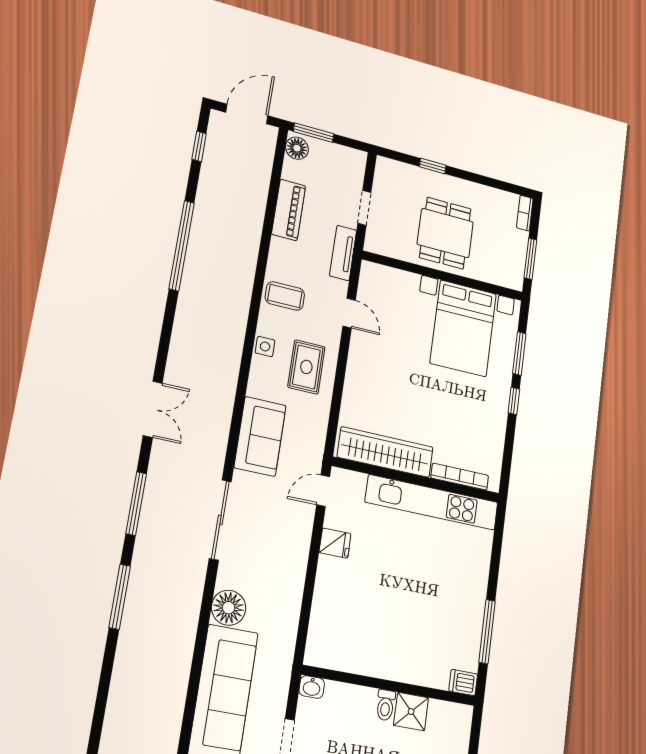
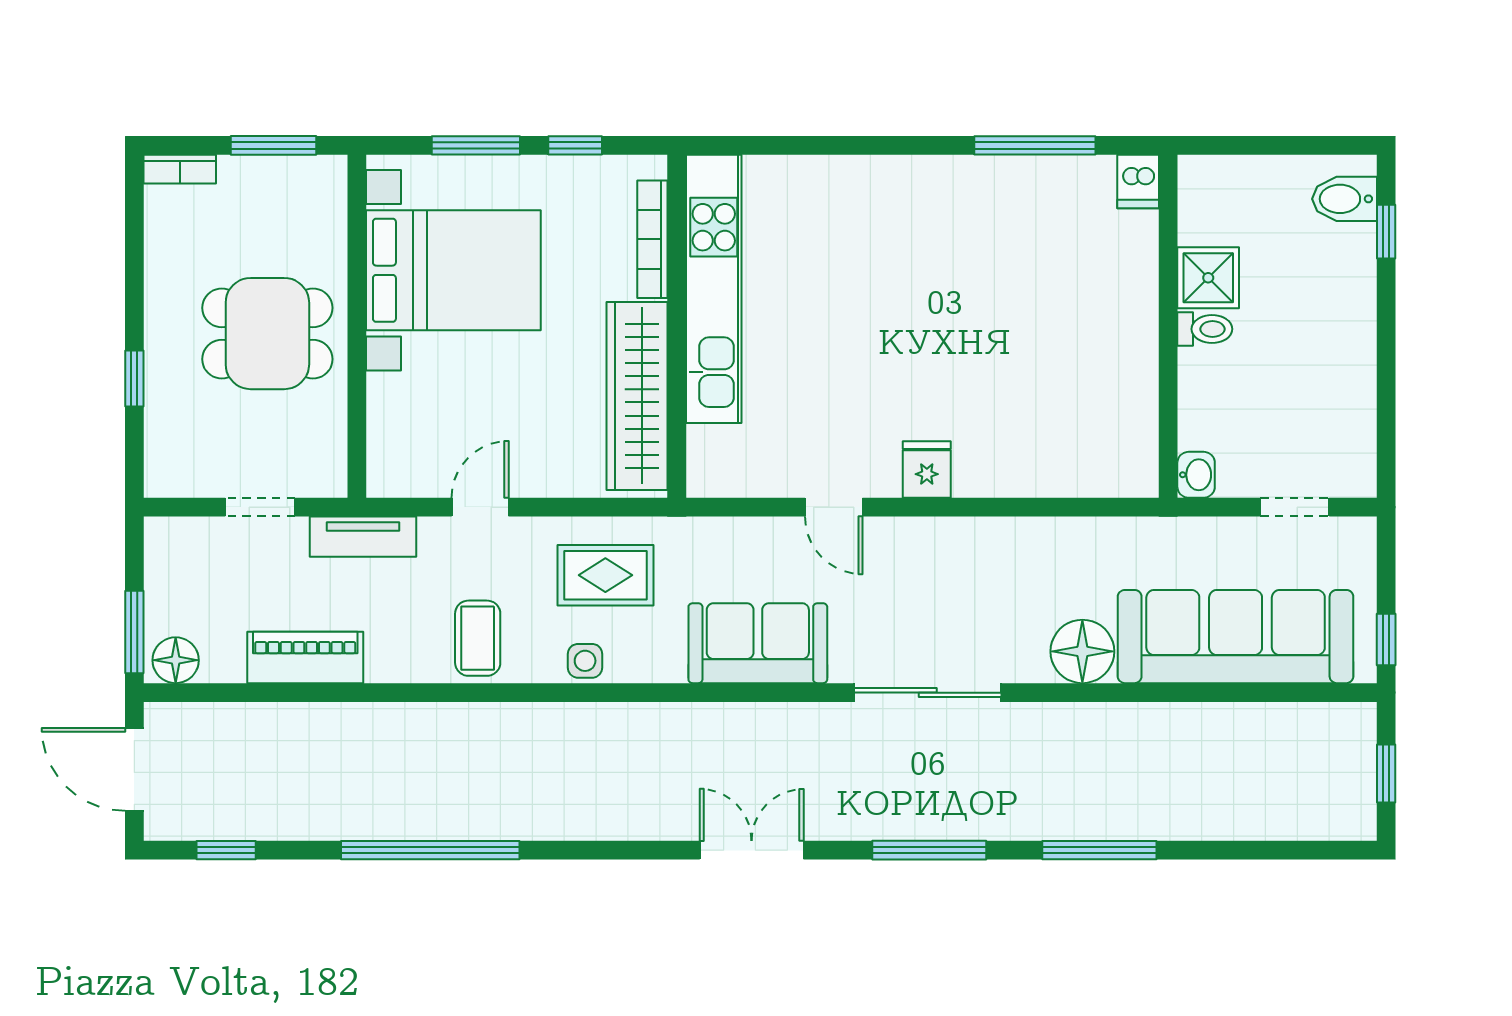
wardrobe: (385, 452) -> (637, 396), moved
bookcase: (460, 477) -> (652, 239), moved
wall: (416, 480) -> (677, 326), moved
kitchen unit: (432, 502) -> (714, 289), moved

